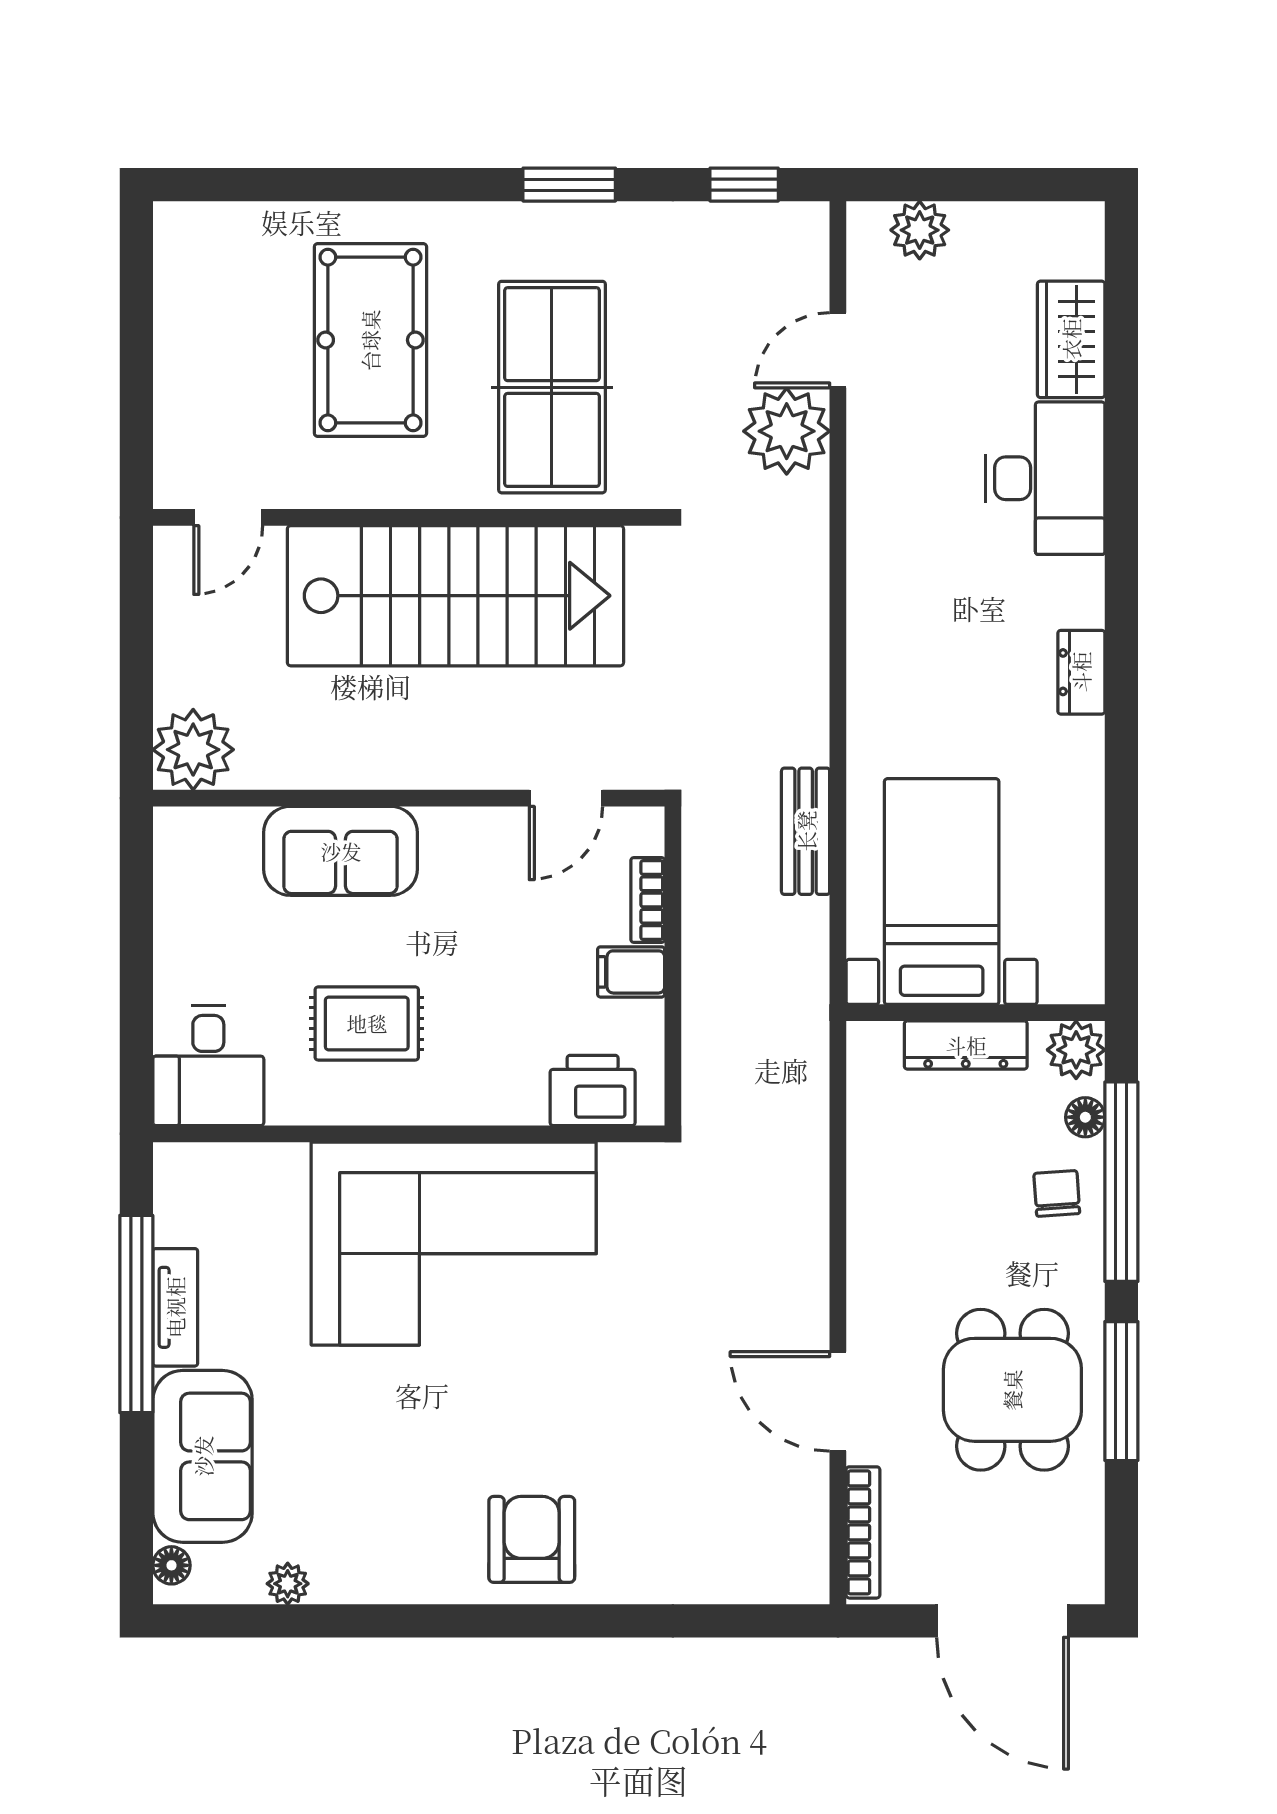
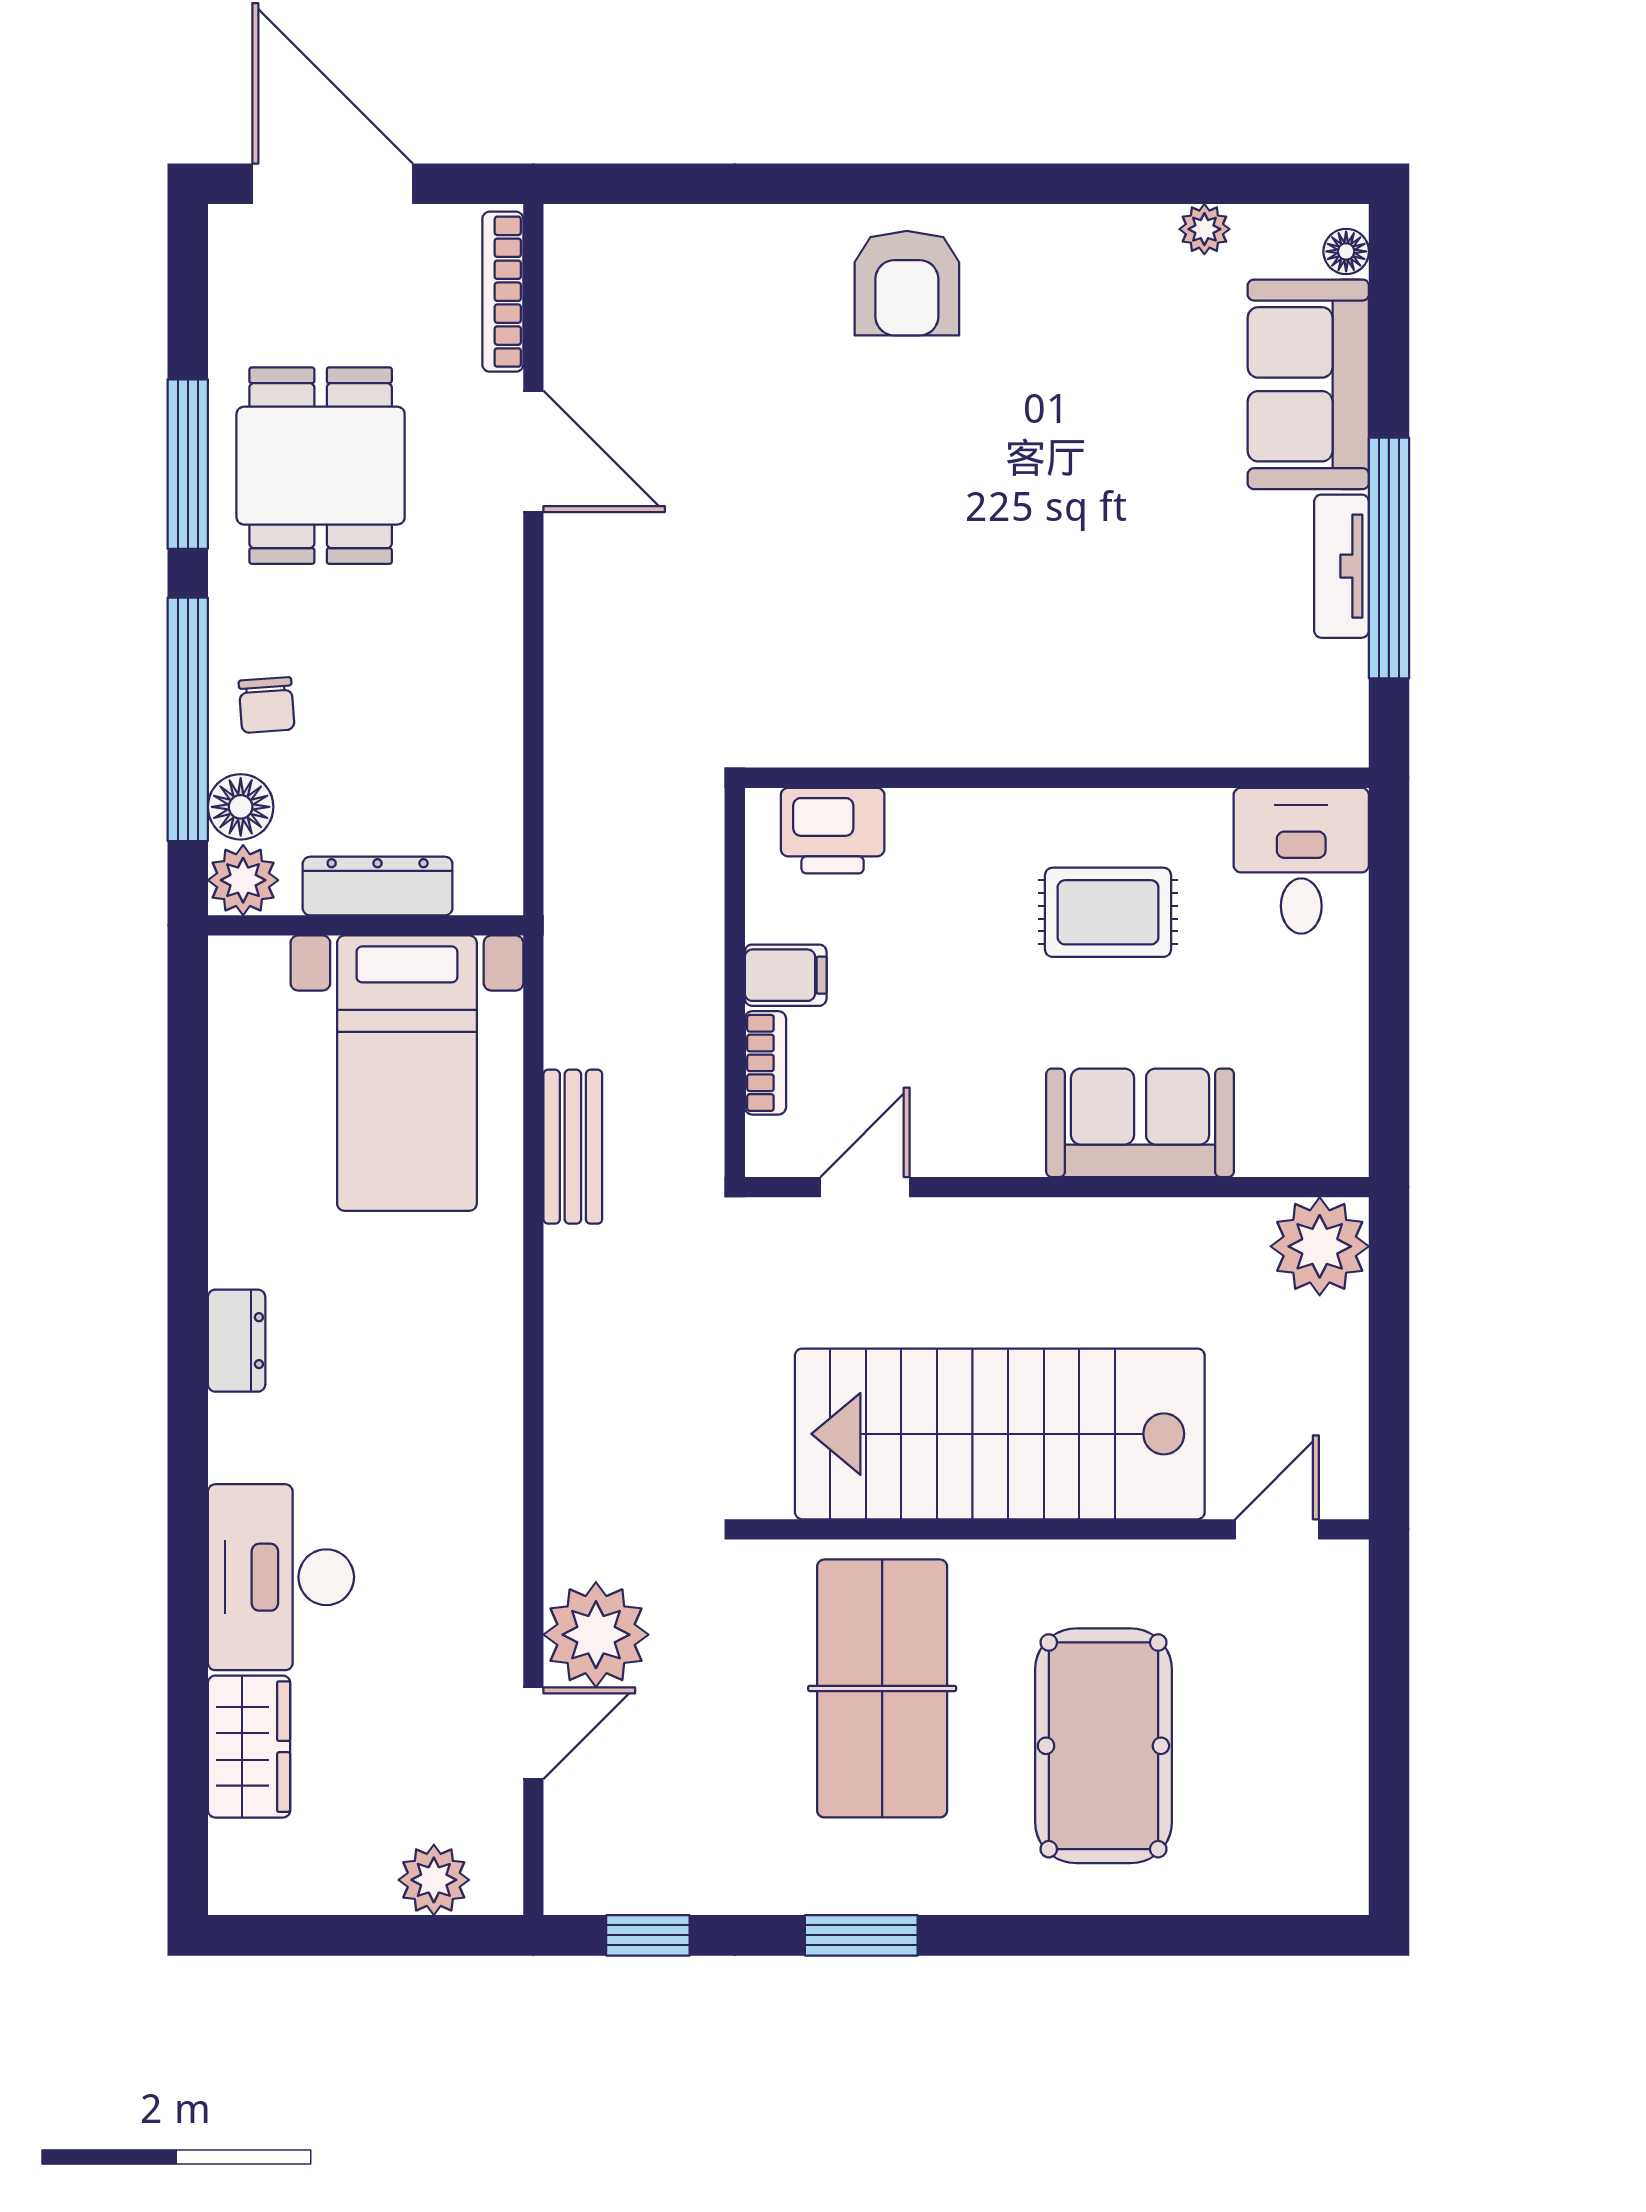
floor lamp: (1085, 1117) -> (241, 807), width x1.37, depth x1.37
corner sofa: (454, 1244) -> (1002, 644), removed

